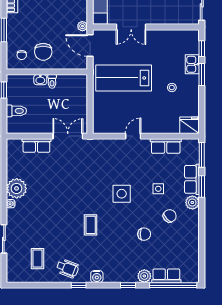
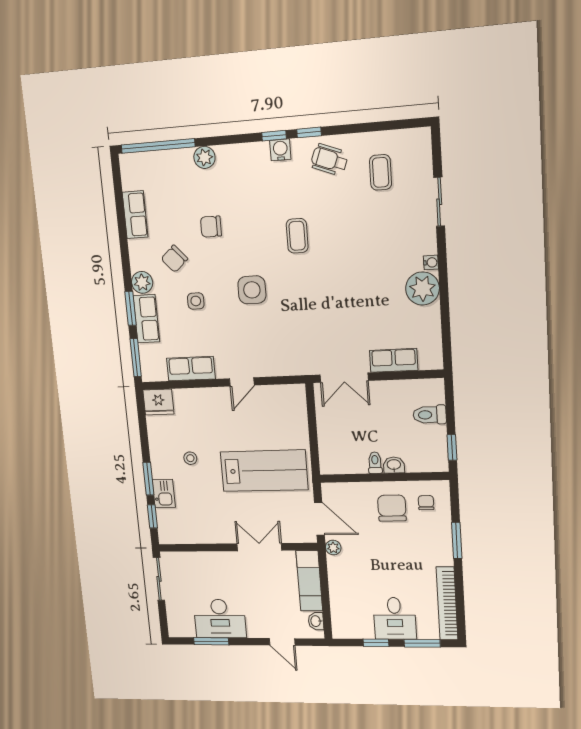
row of seats: (166, 276) -> (135, 215), moved, turned -90
window: (128, 285) -> (274, 136), moved

